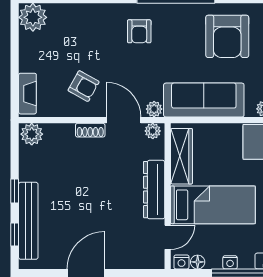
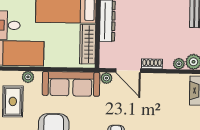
armchair: (84, 86) -> (156, 95), removed
plant: (153, 131) -> (179, 64), moved

